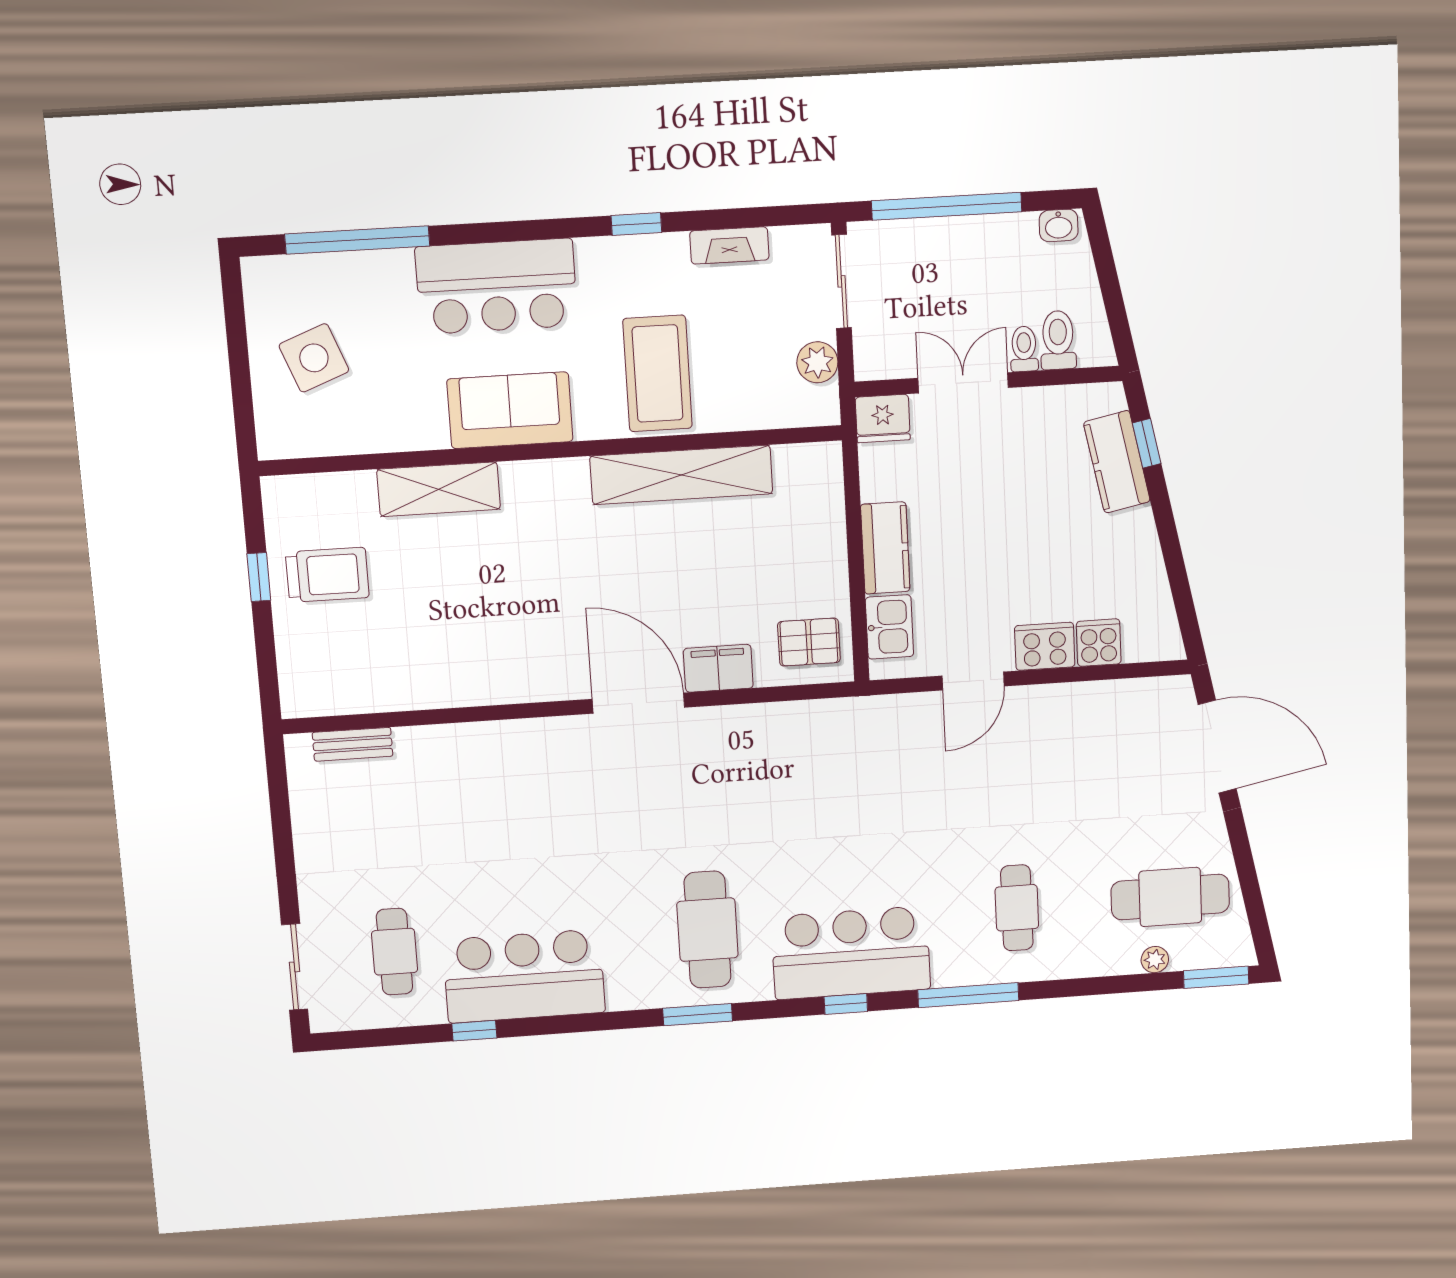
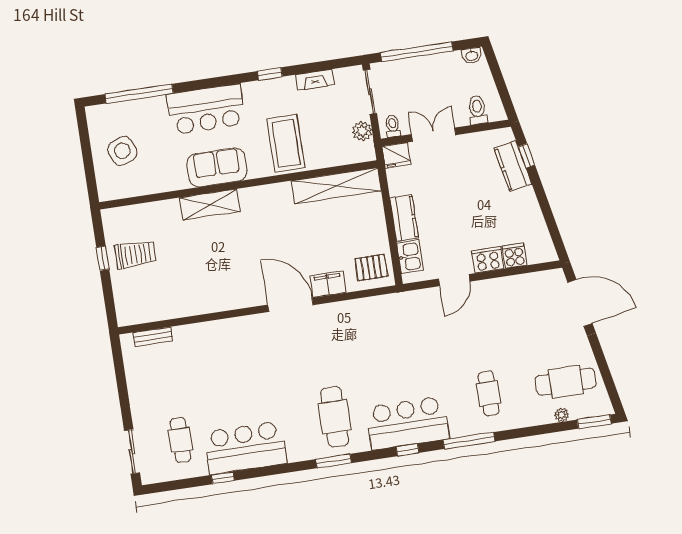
toilet: (1024, 349) -> (393, 126), moved
shelving: (681, 475) -> (336, 186), moved
shelving: (439, 489) -> (210, 205), moved

